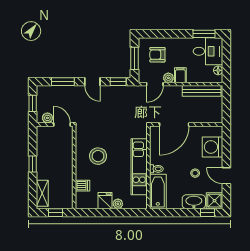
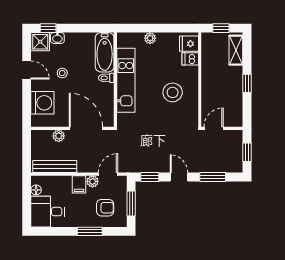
window: (204, 34) -> (90, 231), moved
plant: (47, 118) -> (59, 136), moved
door: (62, 124) -> (214, 128), swing flipped
door: (174, 124) -> (86, 128), hinge flipped
fridge: (105, 201) -> (189, 44), moved, turned 90
washbasin: (194, 202) -> (57, 38), width x0.52, depth x0.69

